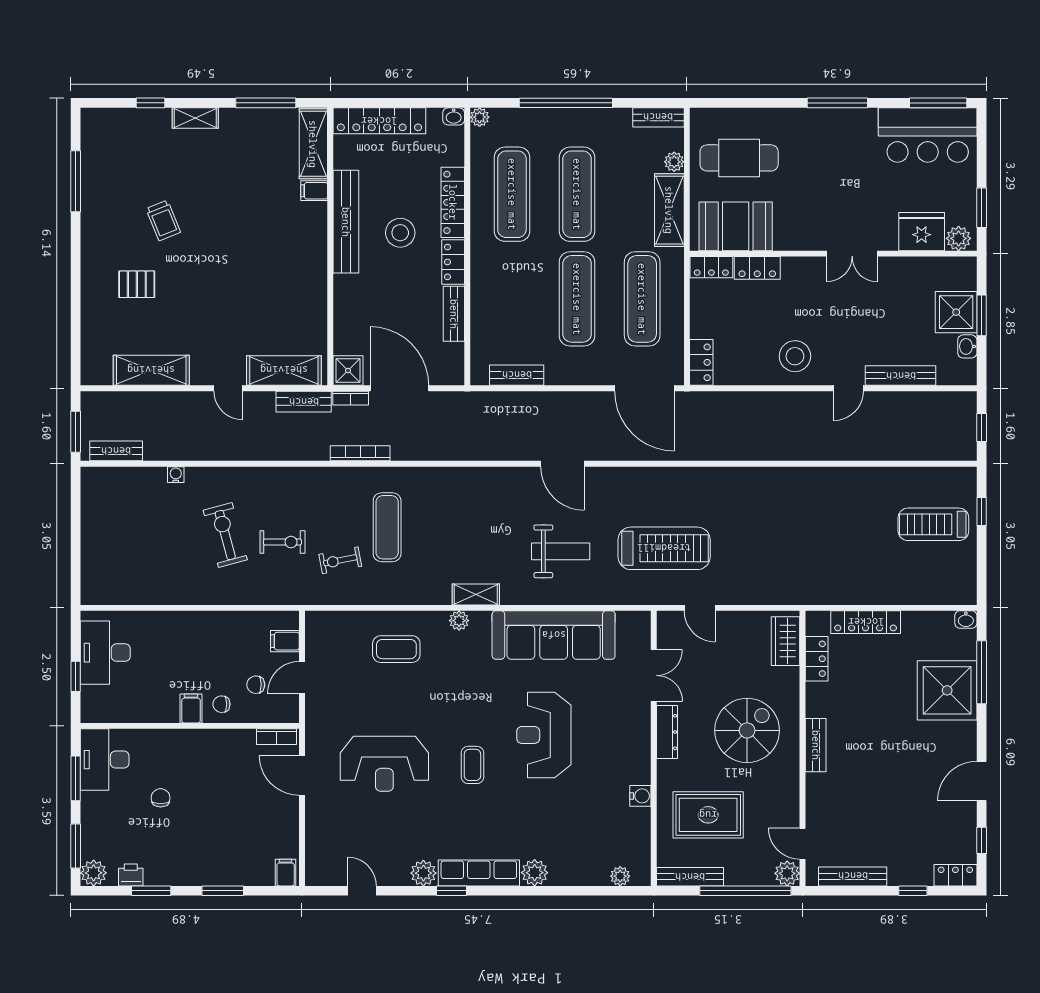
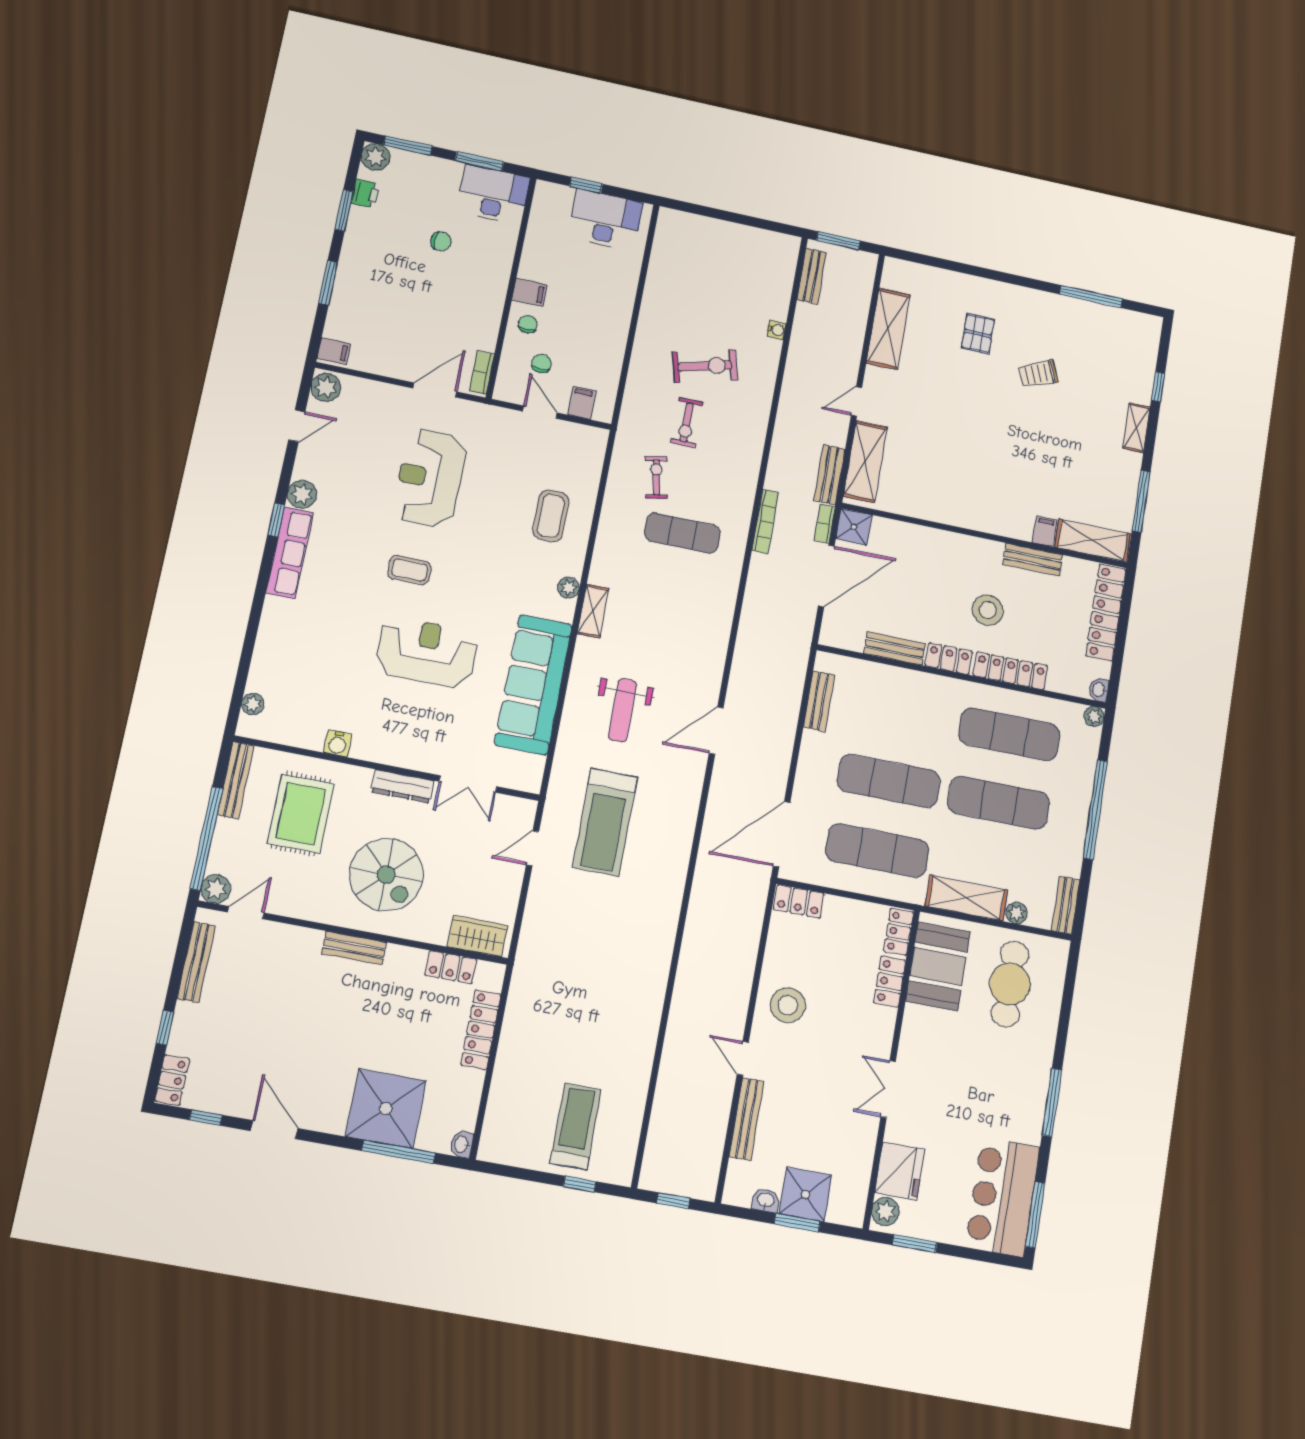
bench: (346, 222) -> (1033, 560), width x0.54, depth x0.82
plant: (535, 873) -> (326, 387), moved

